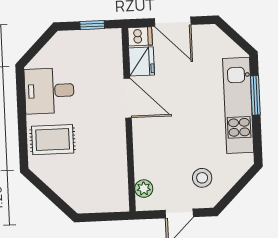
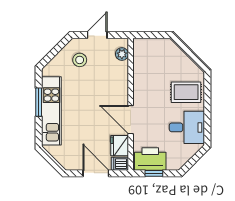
printer: (98, 45) -> (150, 159), added
window: (255, 95) -> (39, 102), moved

